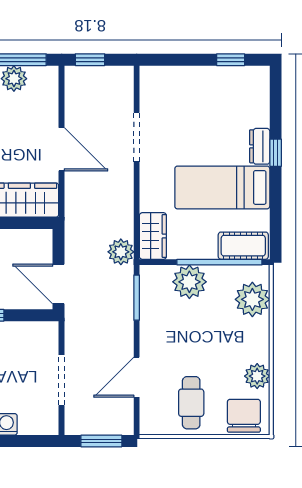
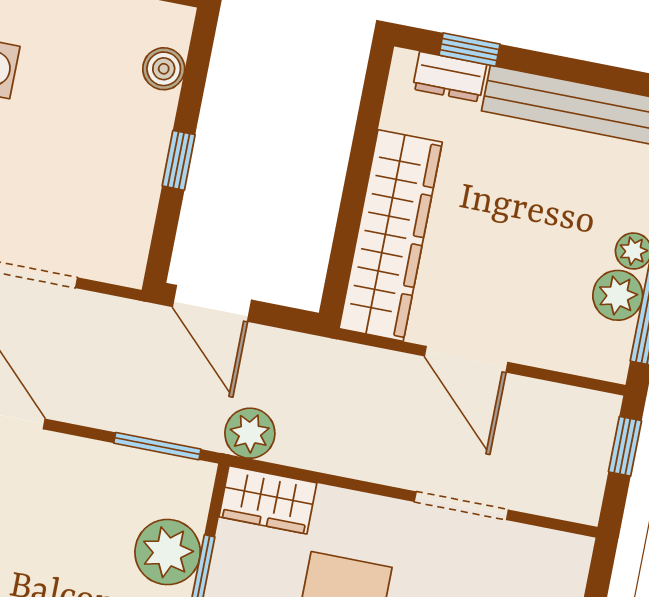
door: (62, 149) -> (466, 359), hinge flipped
door: (59, 284) -> (212, 303), swing flipped

